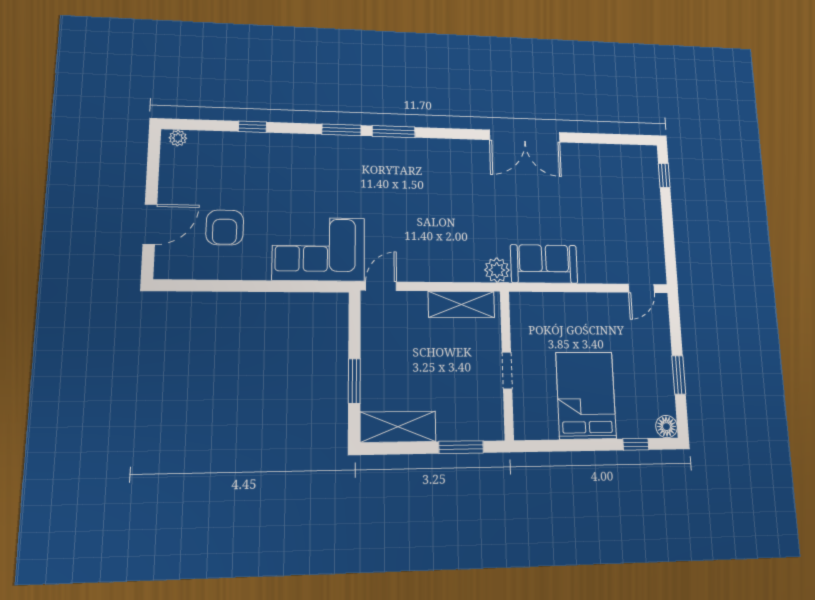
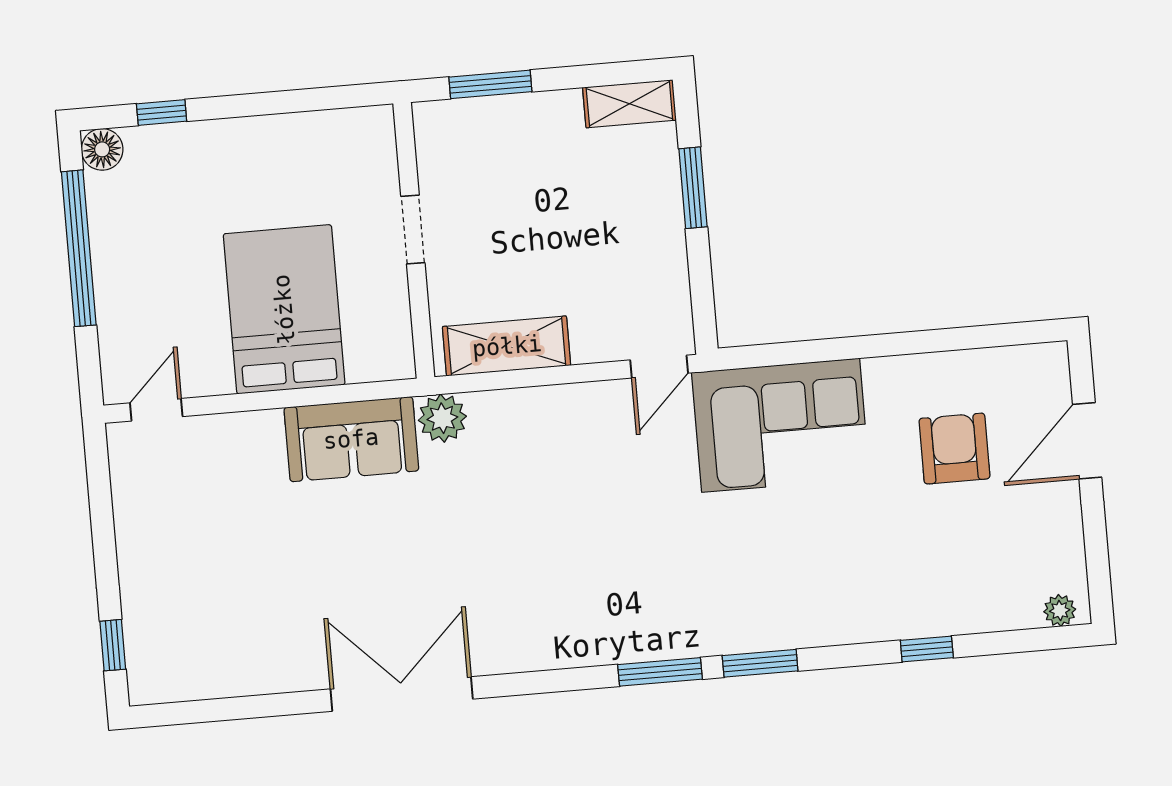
window: (679, 375) -> (79, 248), width x2.11
bed: (586, 395) -> (284, 309), moved, turned 180
shelving: (398, 427) -> (629, 104), width x0.67, depth x0.75

